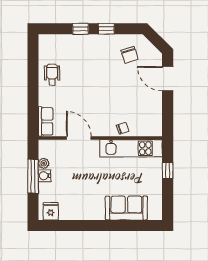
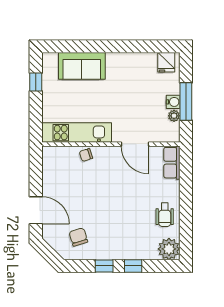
plant: (48, 44) -> (169, 249), added
window: (168, 171) -> (36, 82), moved

